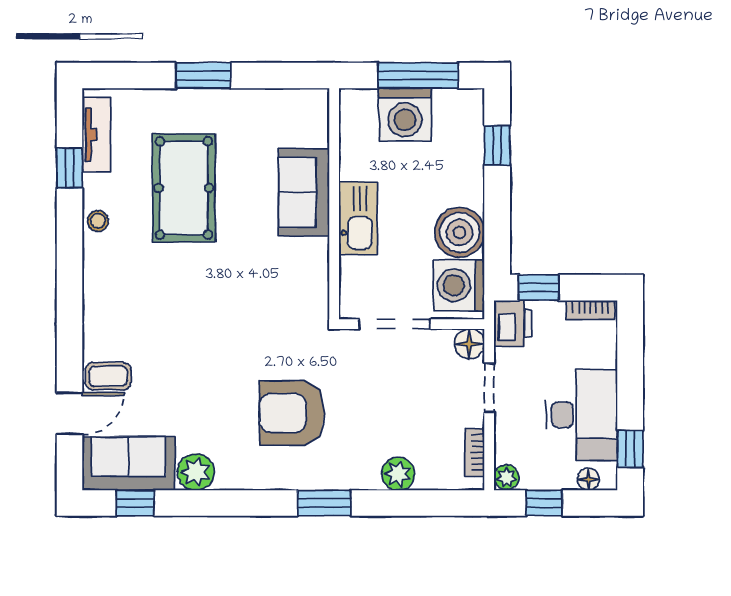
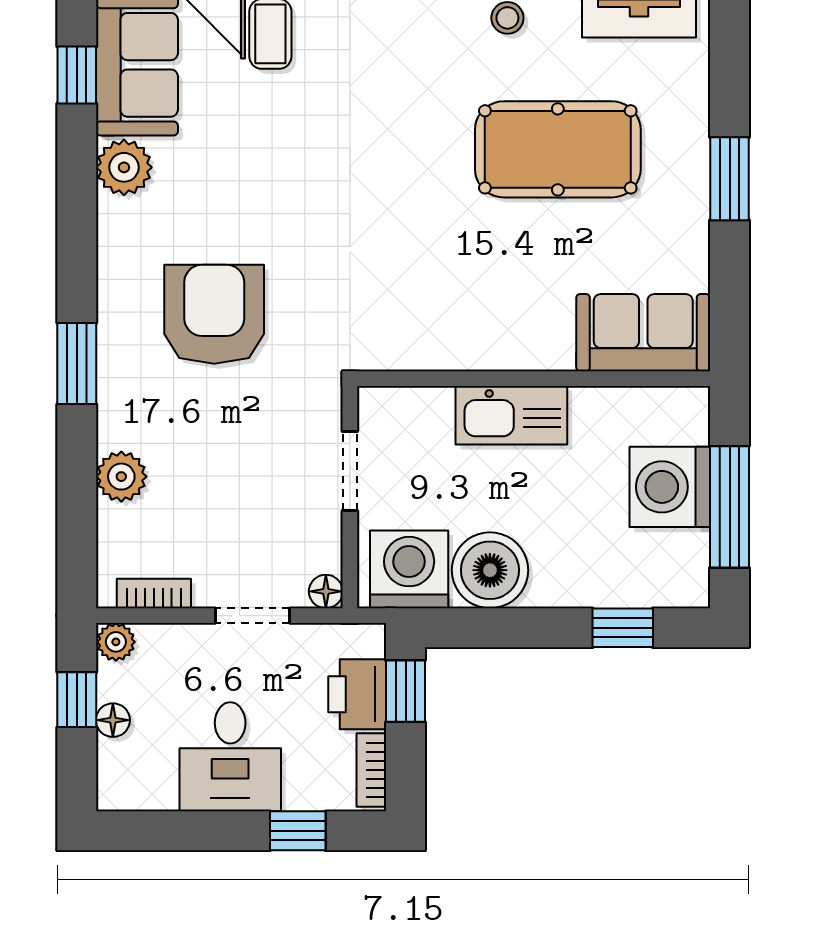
sofa: (304, 192) -> (643, 333), moved
printer: (513, 323) -> (357, 694), moved, turned 90
doorway: (395, 324) -> (350, 471), width x0.73
floor lamp: (469, 344) -> (326, 591), width x0.73, depth x0.73
desk: (582, 415) -> (230, 757), width x0.73
window: (630, 449) -> (298, 831), moved
floor lamp: (588, 479) -> (113, 720), moved

